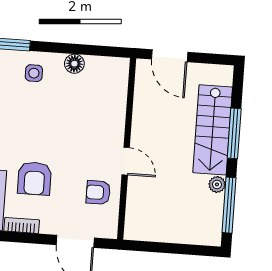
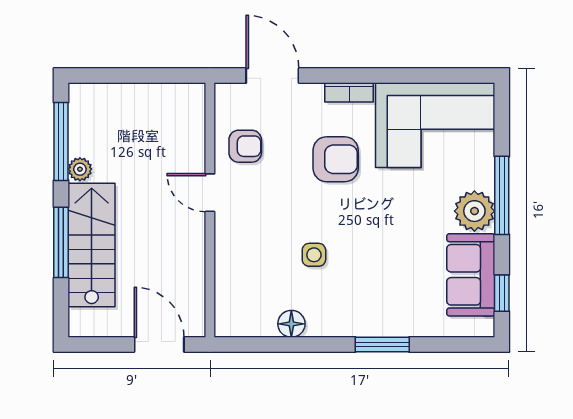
side table: (34, 73) -> (314, 255), moved
armchair: (35, 179) -> (336, 159), turned 90

